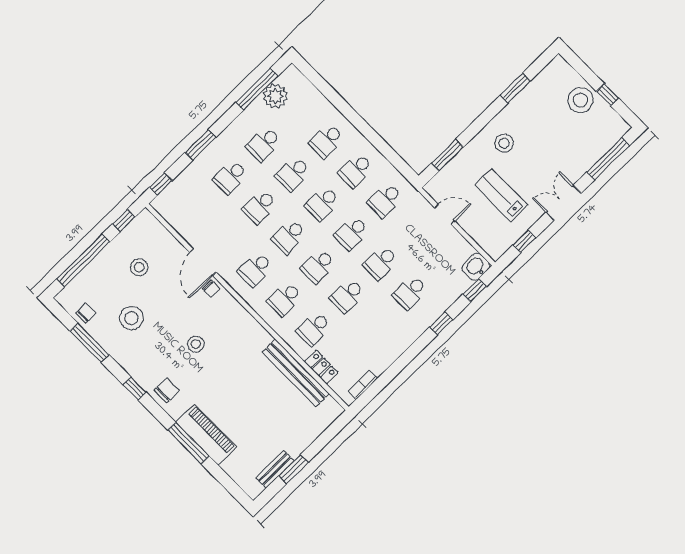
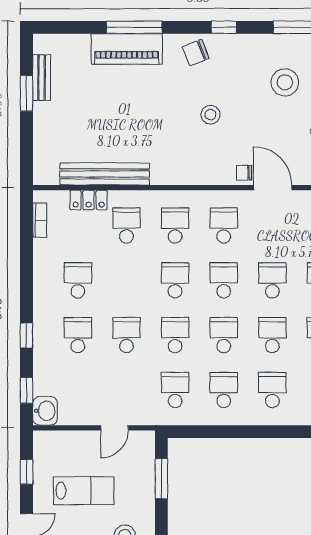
school desk: (347, 296) -> (78, 280), moved
chair: (167, 390) -> (196, 53), turned 69

